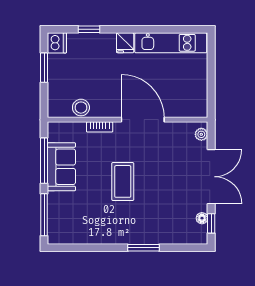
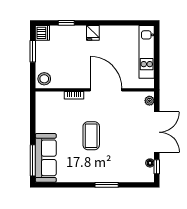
kitchen unit: (171, 43) -> (147, 52), moved, turned 90
stool: (81, 108) -> (44, 79), moved
window: (44, 161) -> (33, 120), removed
sofa: (61, 167) -> (46, 158), moved, width x1.36

